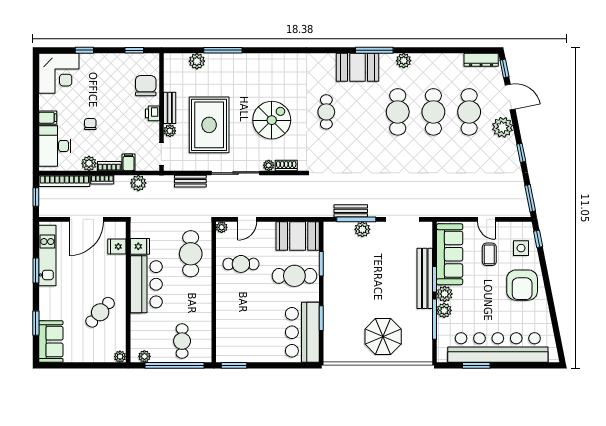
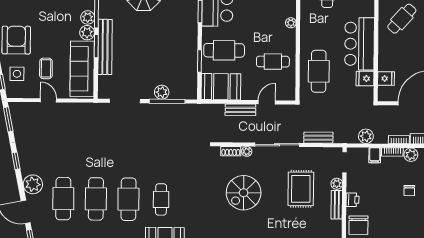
cafe table: (326, 112) -> (161, 199), moved
rug: (209, 125) -> (301, 189), width x0.73, depth x0.69
bench: (351, 211) -> (240, 110), moved
plant: (222, 227) -> (291, 23), moved

